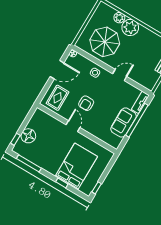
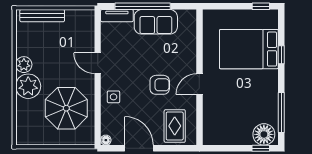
plant: (119, 18) -> (24, 65), moved
rug: (58, 98) -> (175, 126), turned 90
floor lamp: (28, 136) -> (264, 134), moved

